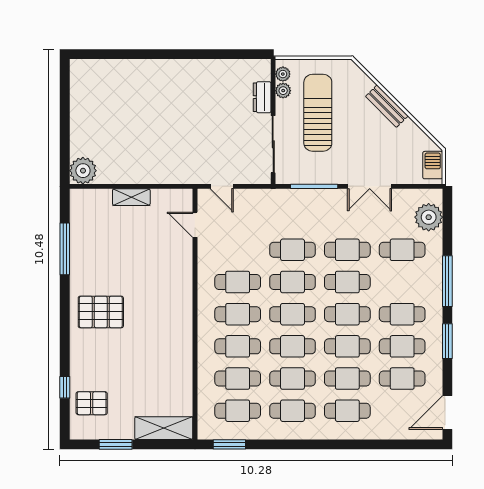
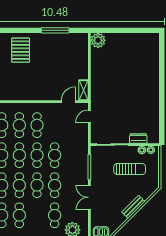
sun lounger: (318, 113) -> (130, 169), width x0.73, depth x0.75
shelving: (131, 197) -> (83, 90), moved

